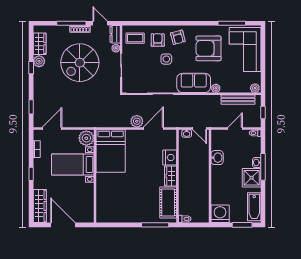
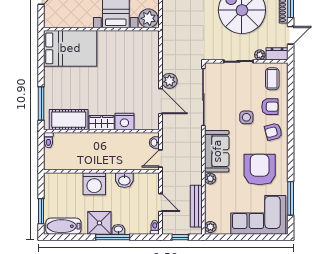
bed: (111, 151) -> (70, 48), moved, turned 180
washing machine: (220, 214) -> (94, 184), moved, turned 90

